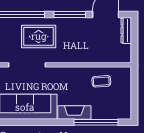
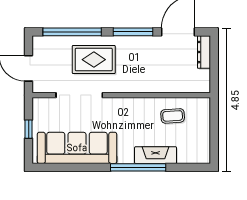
fireplace: (74, 113) -> (156, 155), moved
window: (96, 122) -> (138, 167), moved

